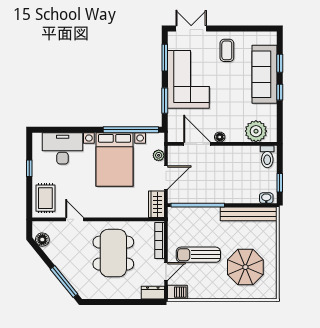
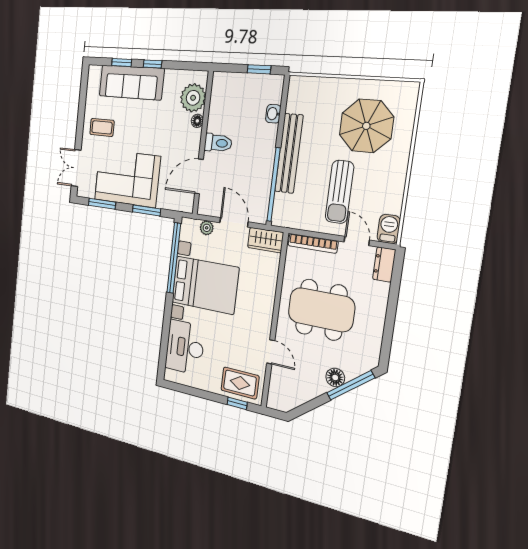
floor lamp: (220, 137) -> (197, 121), moved
toilet: (267, 157) -> (218, 143), moved
window: (29, 168) -> (237, 403), moved
washbasin: (266, 198) -> (273, 114), moved
bench: (249, 214) -> (289, 153), moved
door: (75, 219) -> (271, 352), swing flipped
floor lamp: (42, 240) -> (335, 377), moved

